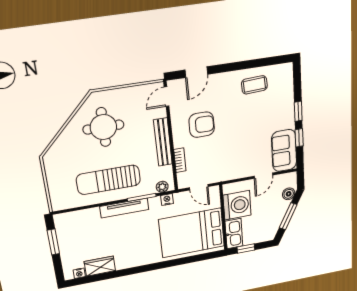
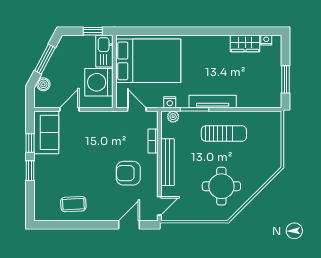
sun lounger: (108, 180) -> (224, 133), width x0.73, depth x0.75

